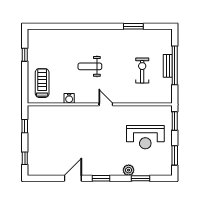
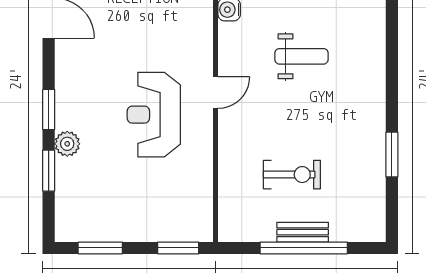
weight bench: (90, 66) -> (301, 56), turned 90
reception desk: (145, 137) -> (154, 115), moved
window: (101, 178) -> (49, 110), moved

